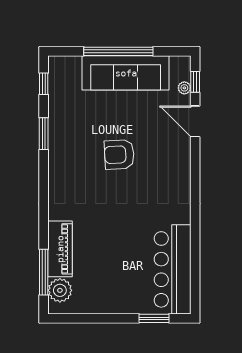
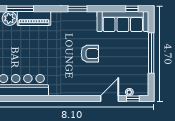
sofa: (126, 73) -> (123, 21), moved, turned -90
window: (44, 134) -> (78, 9), moved
armchair: (119, 154) -> (90, 54), turned 93

